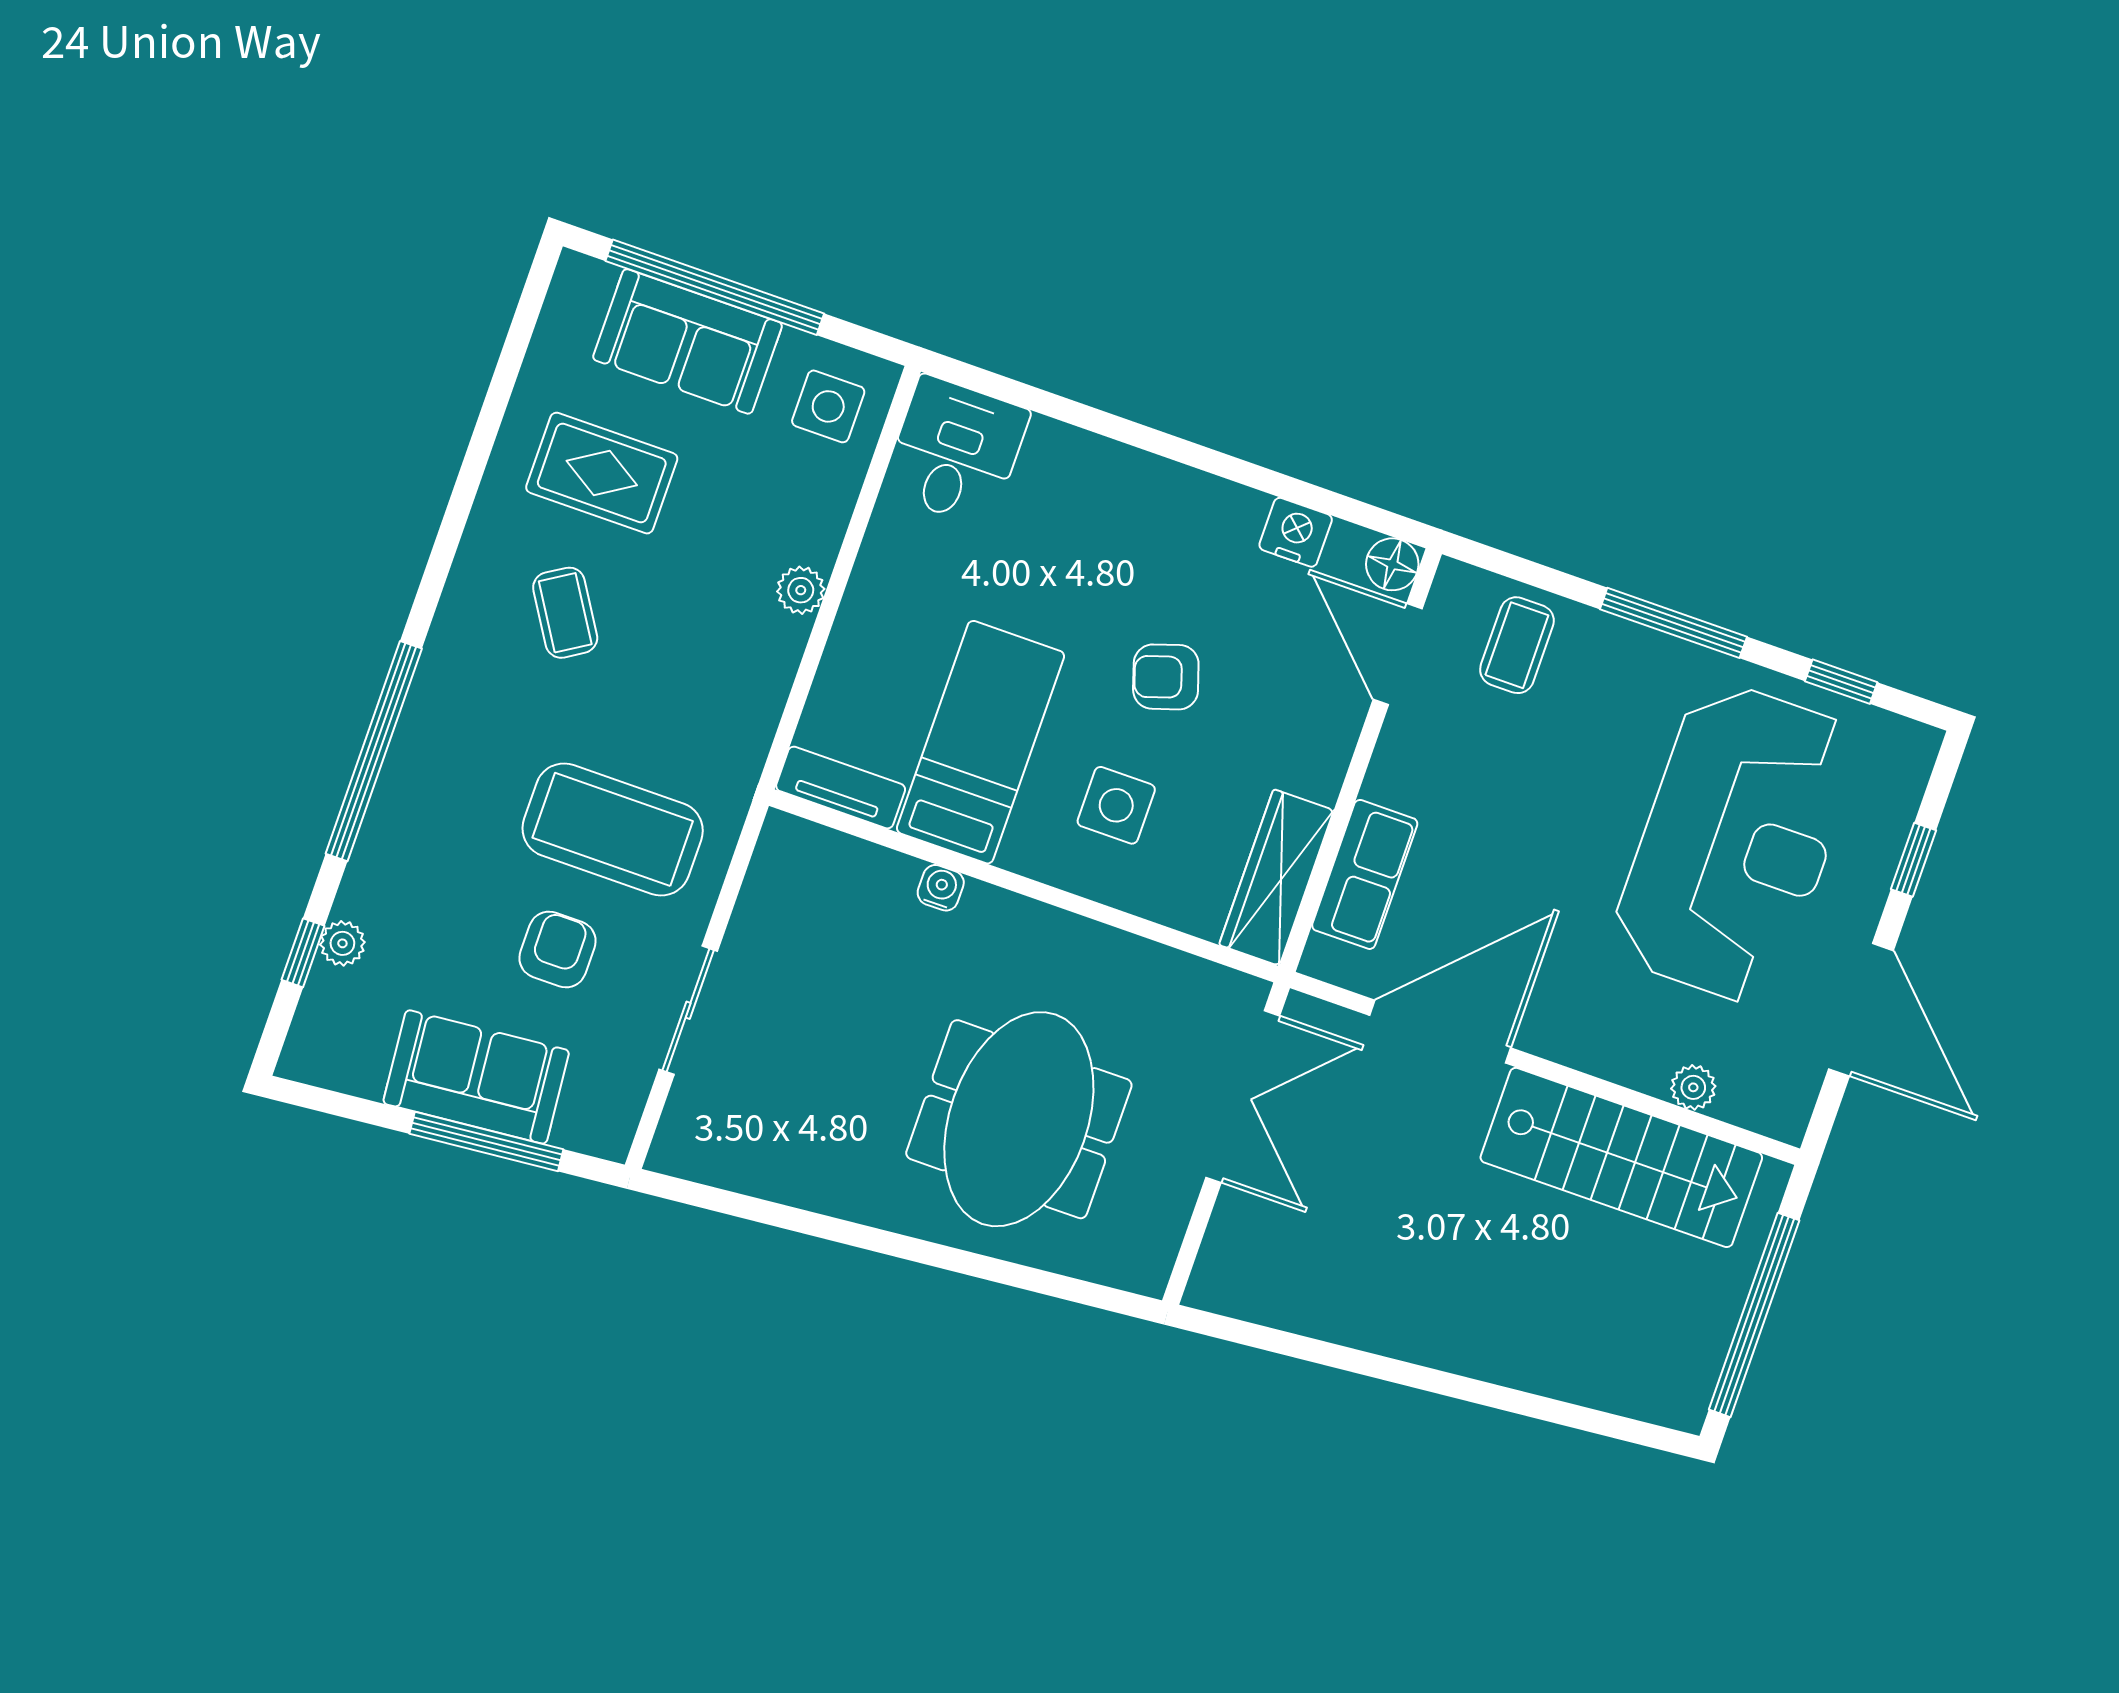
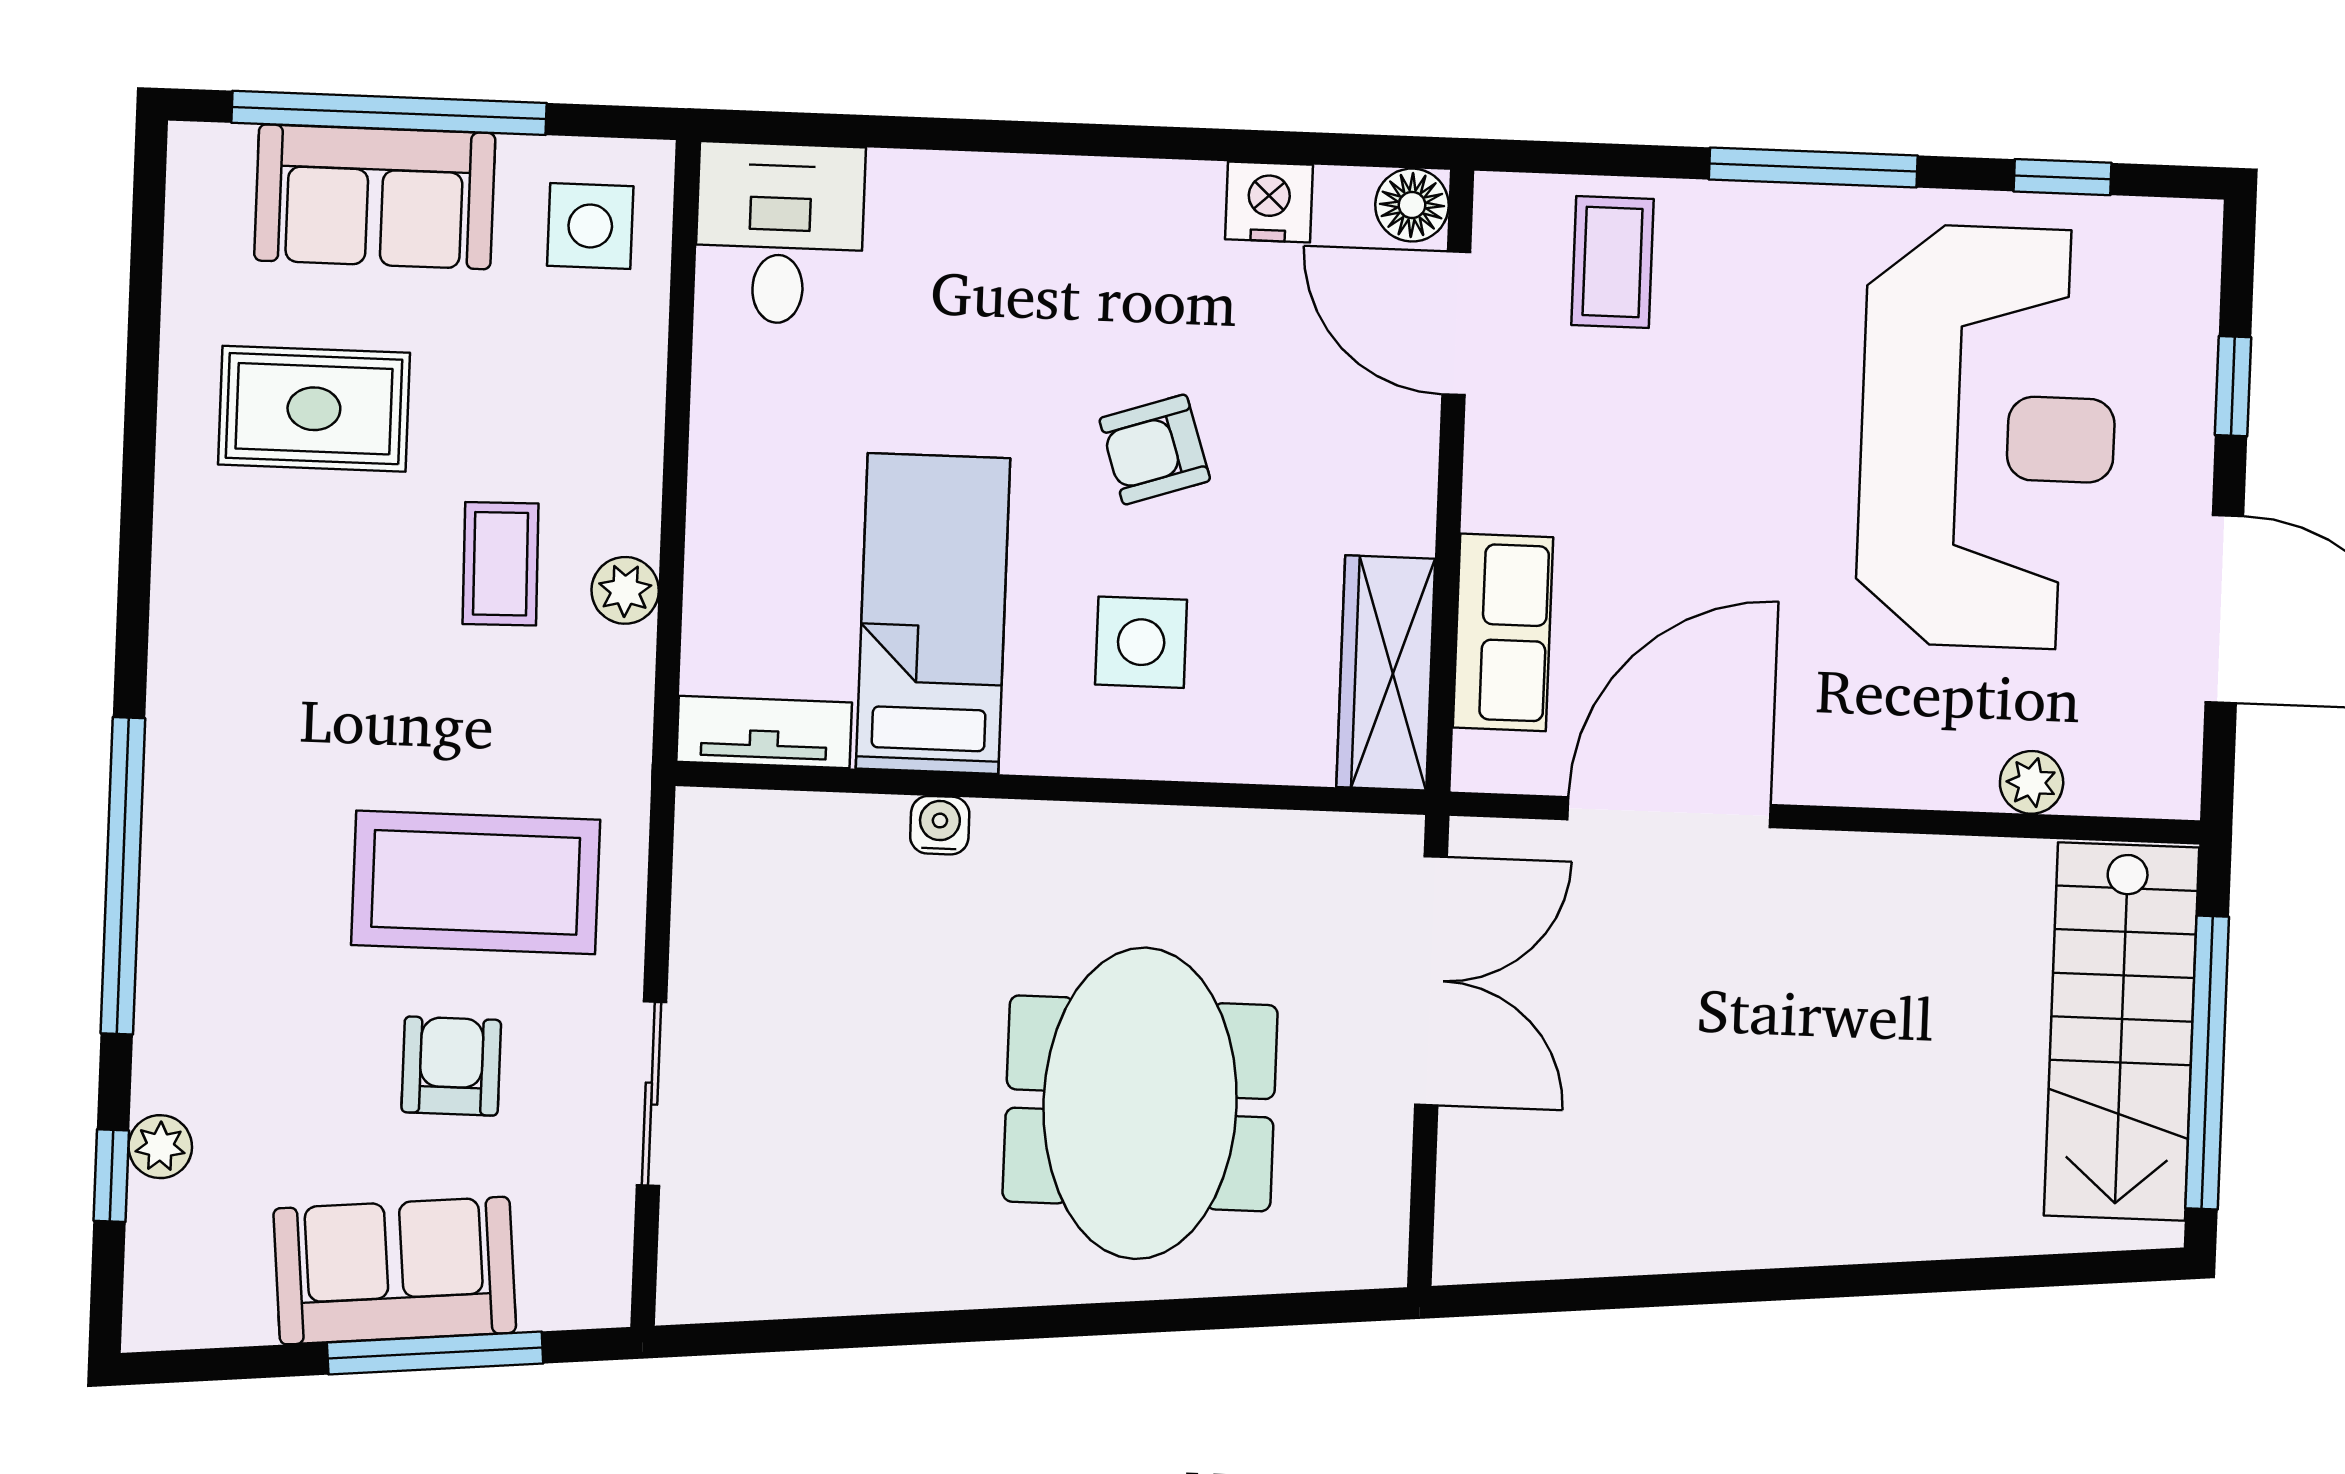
plant: (801, 590) -> (625, 590), moved
coffee table: (565, 613) -> (501, 564), moved, turned 31
stairs: (1621, 1157) -> (2122, 1031), moved, turned 90

